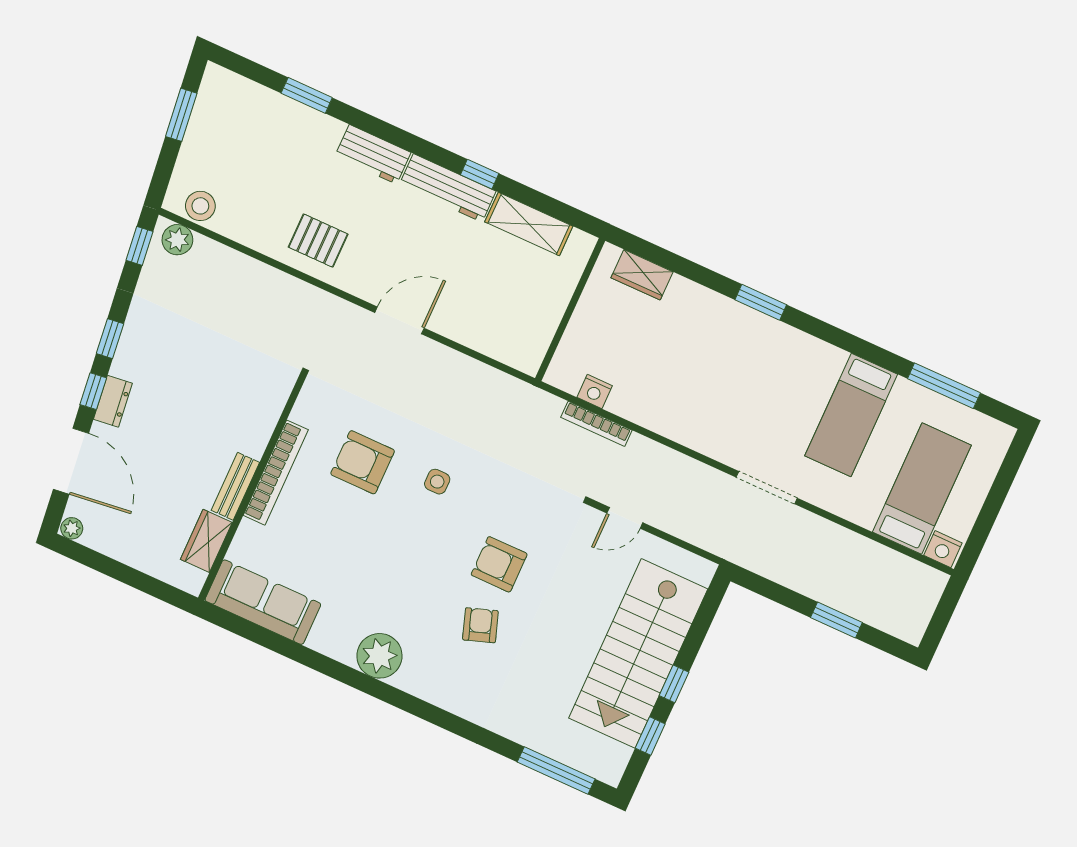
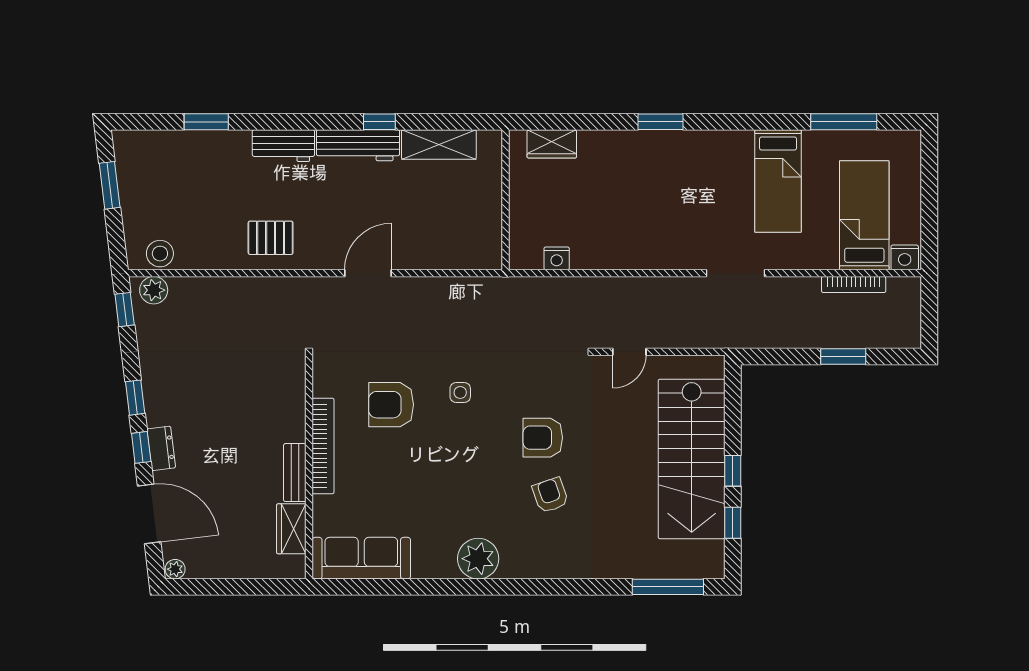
bookcase: (596, 424) -> (854, 284), moved

